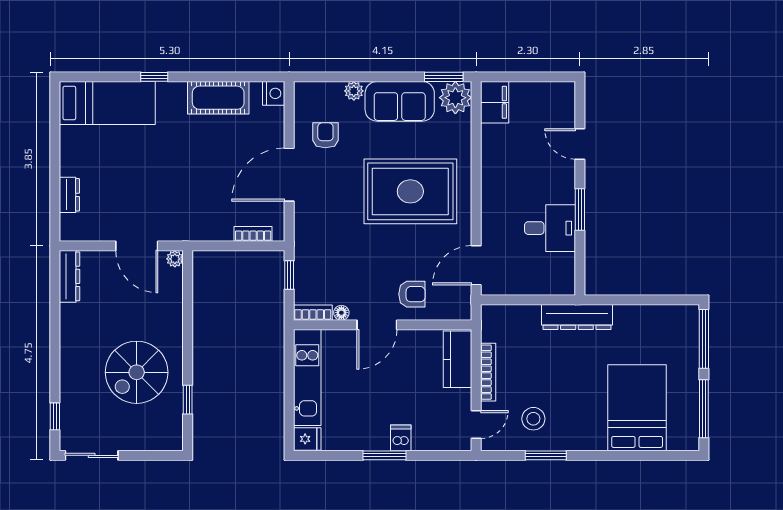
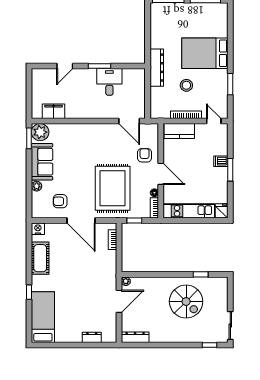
filing cabinet: (495, 102) -> (54, 111), moved
rug: (410, 191) -> (113, 188), moved
bed: (637, 408) -> (205, 53), moved
stool: (533, 419) -> (186, 85), moved

